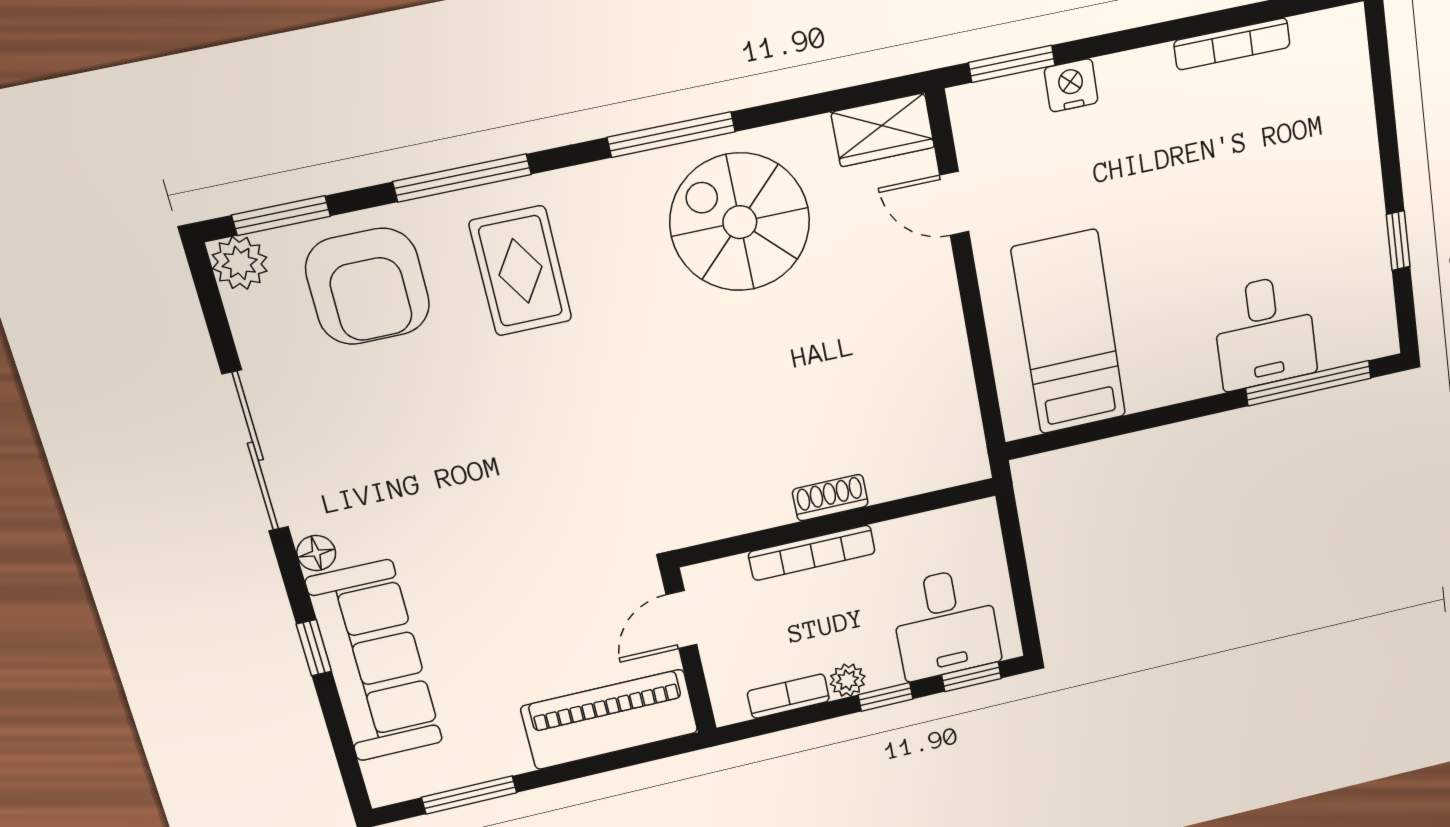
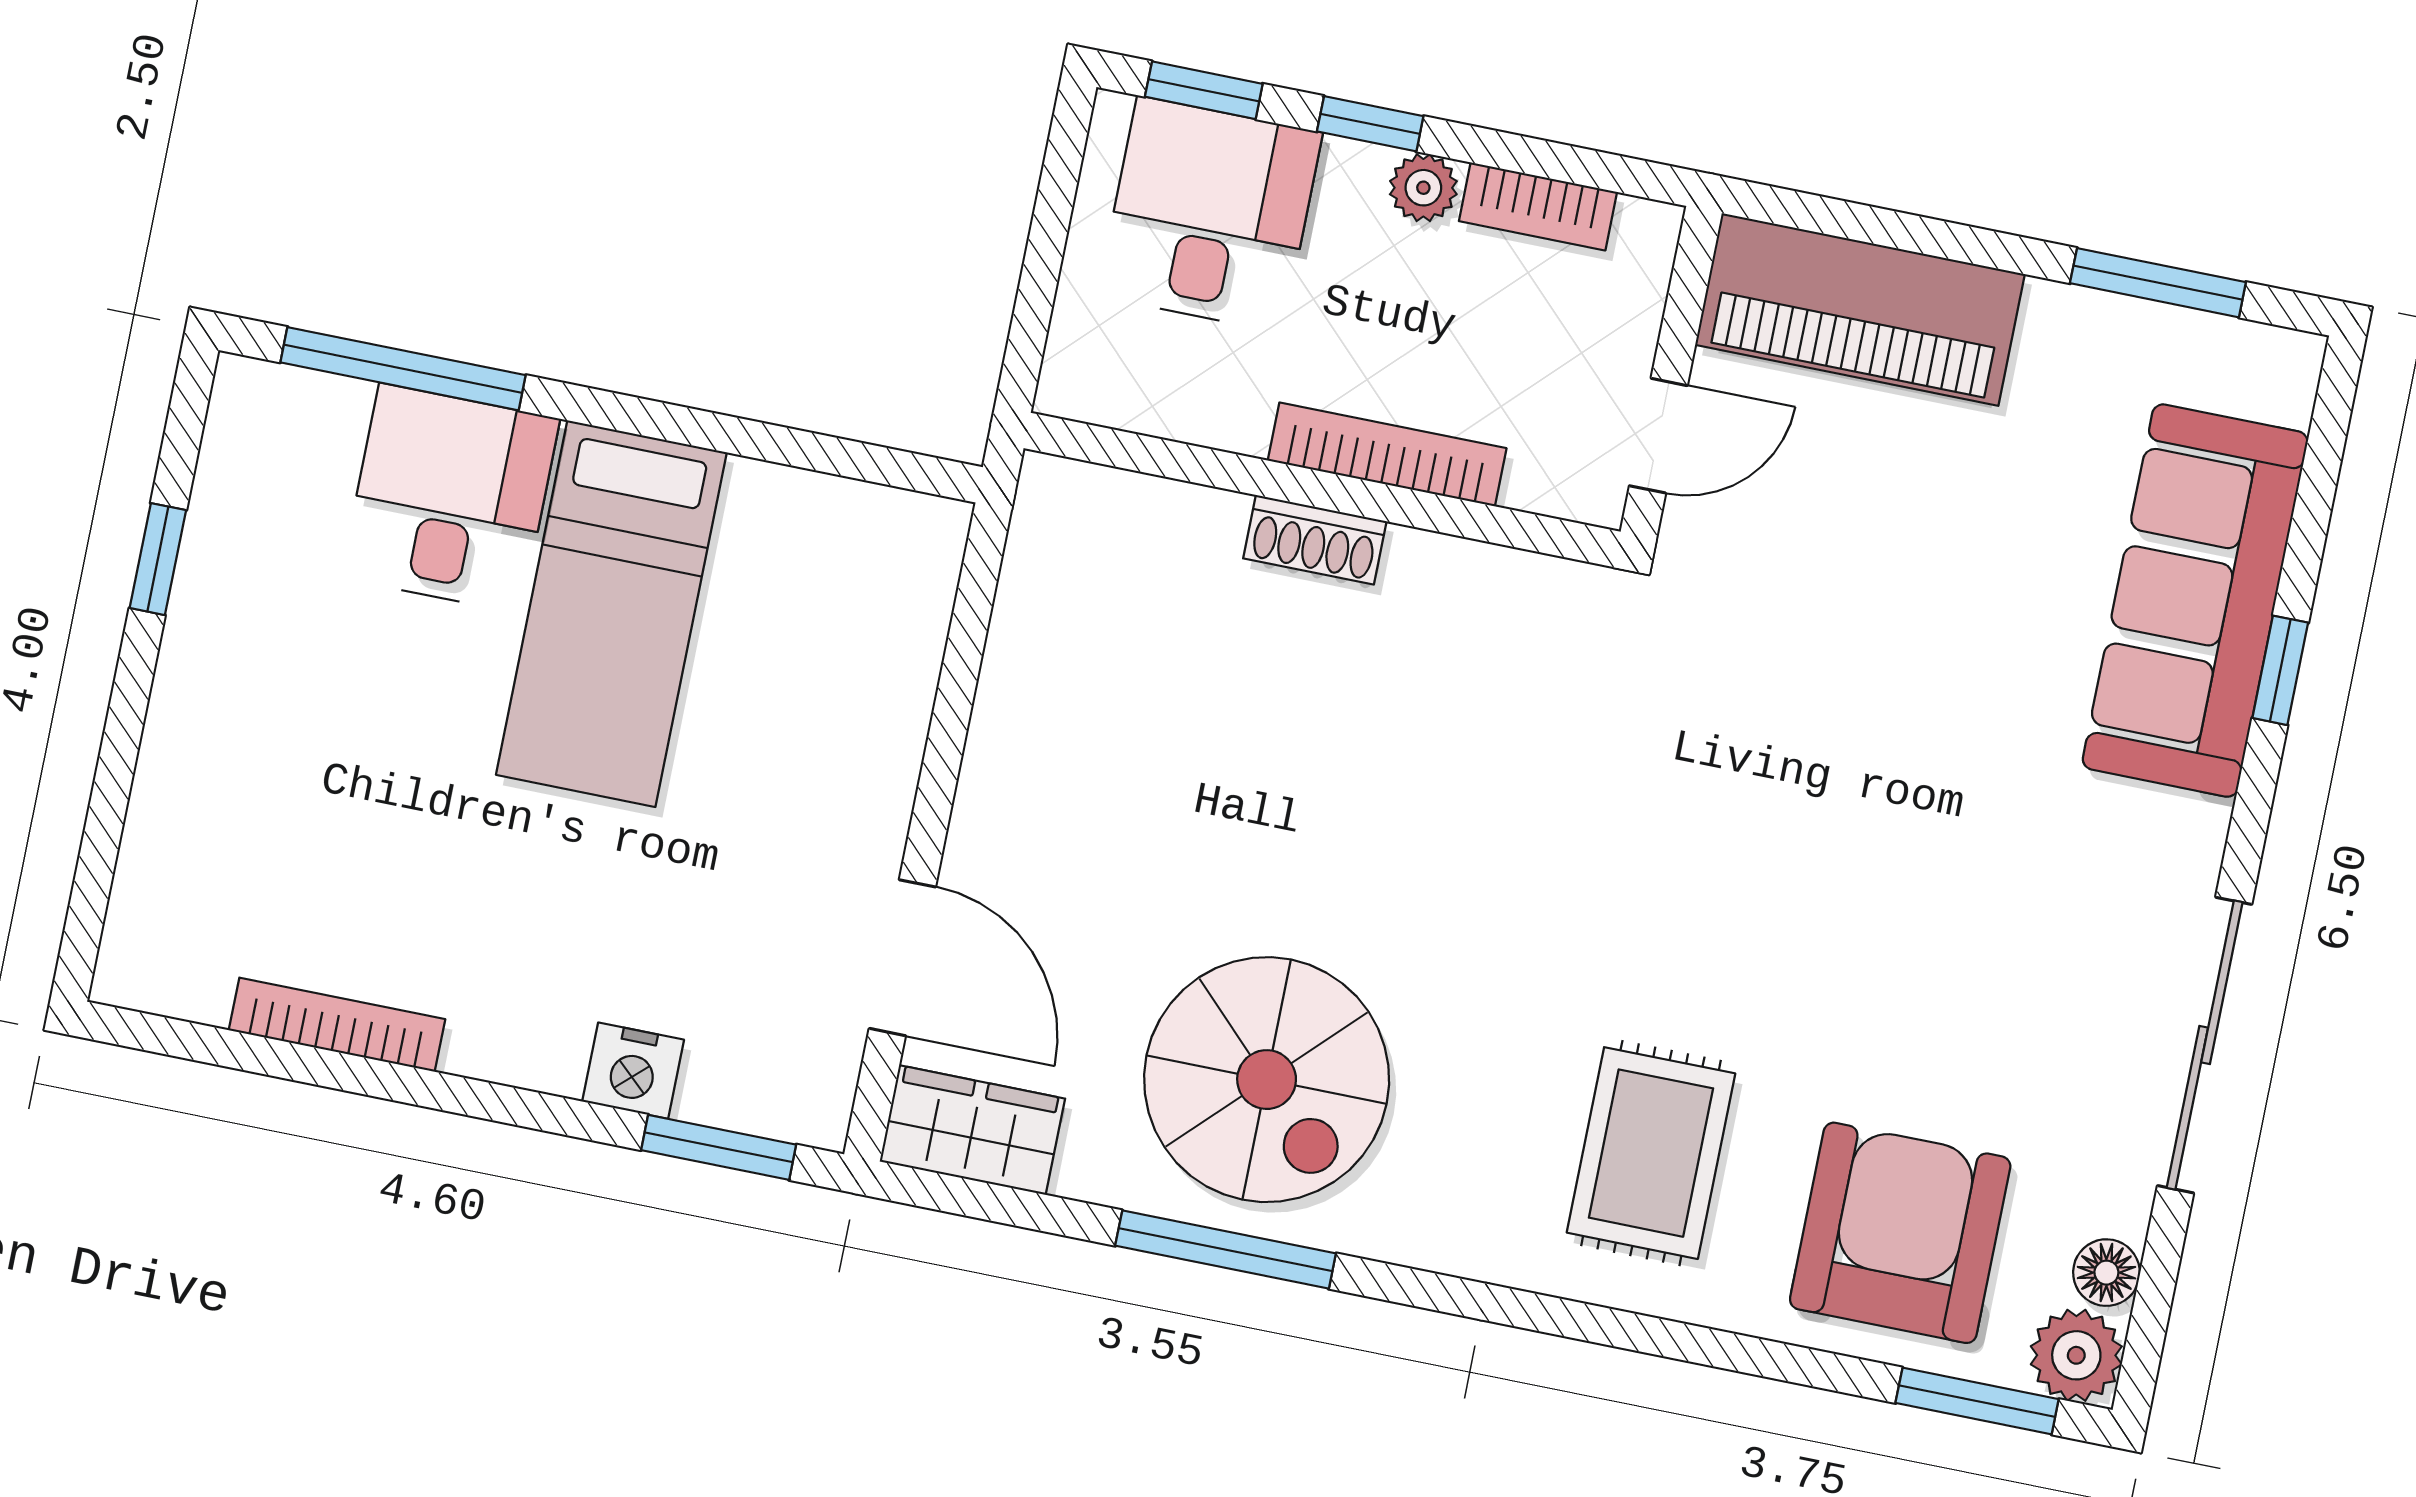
window: (671, 135) -> (1226, 1250), moved
window: (462, 178) -> (1673, 1340), removed
door: (954, 203) -> (902, 958), width x1.38
bed: (1069, 332) -> (611, 614), moved
floor lamp: (316, 553) -> (2106, 1273), moved

